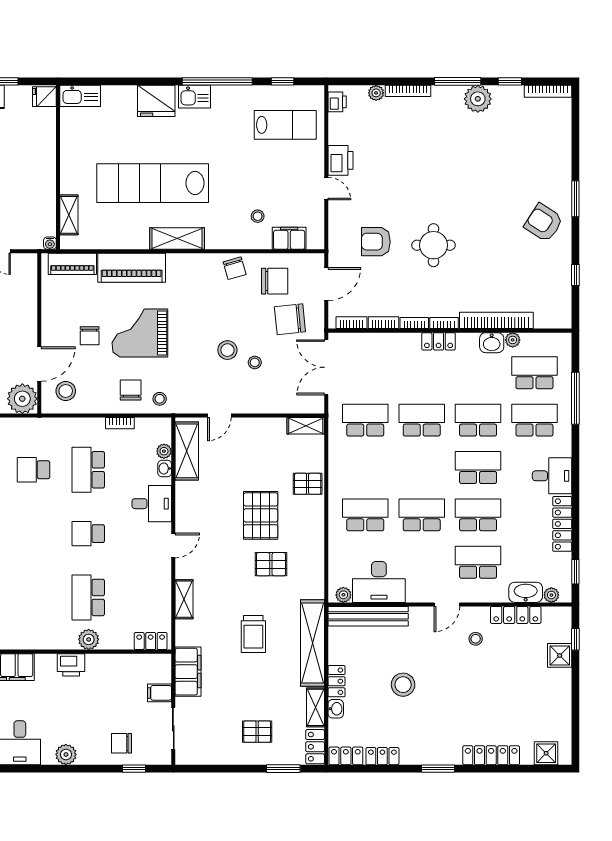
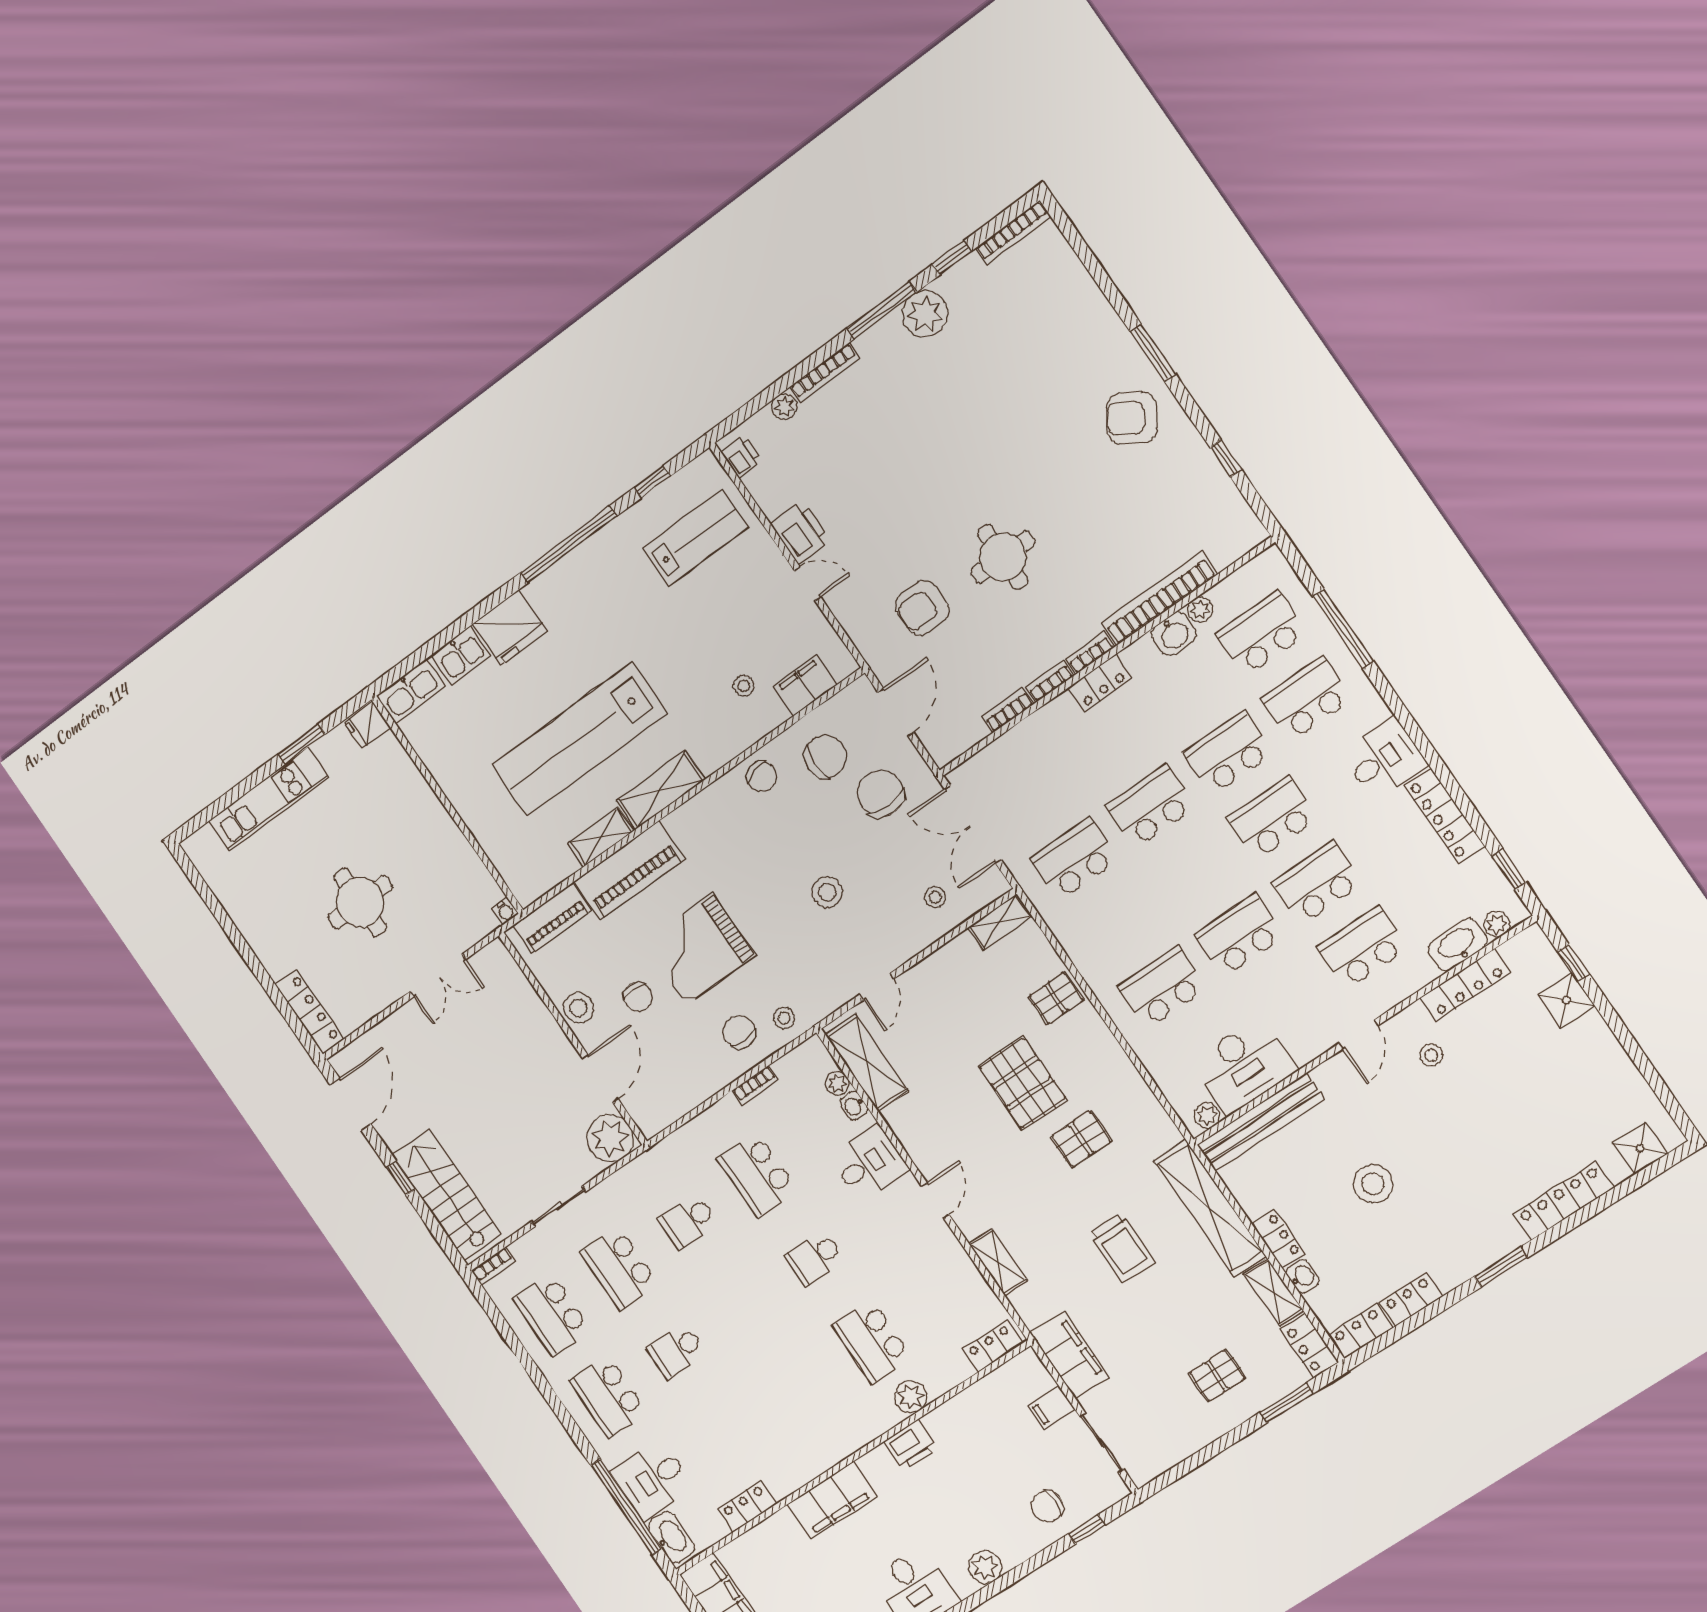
kitchen sink: (194, 97) -> (461, 655), moved
shelving: (69, 215) -> (601, 837), moved, turned 90
chair: (290, 319) -> (881, 793), turned 96
bookcase: (352, 323) -> (965, 740), removed
stool: (255, 362) -> (935, 897), moved
stool: (66, 391) -> (579, 1008), moved

